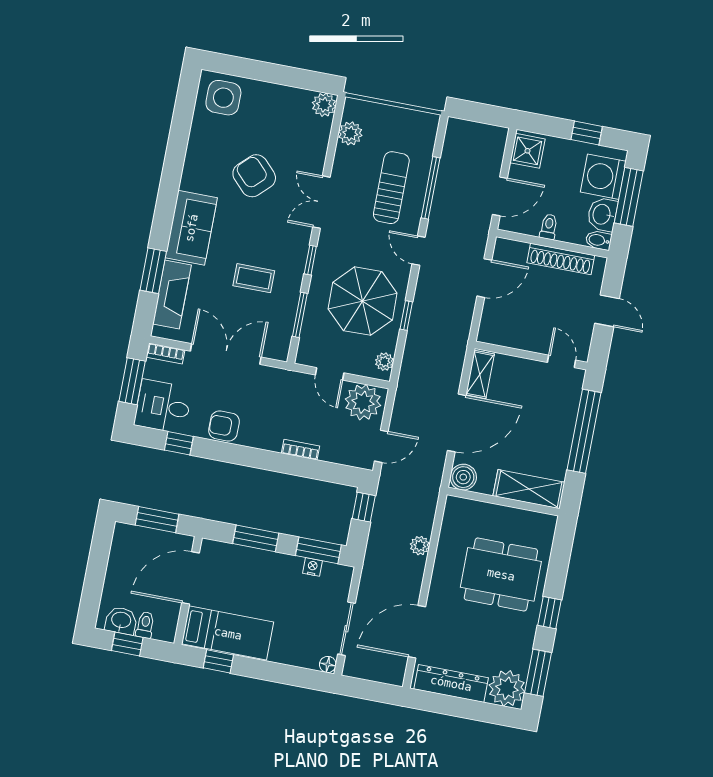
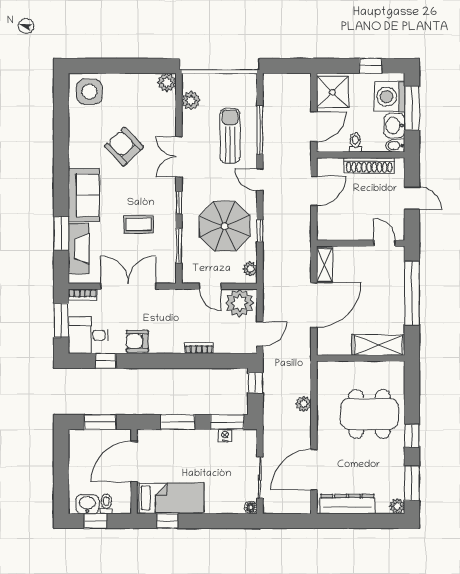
shower: (527, 151) -> (332, 92), width x1.36, depth x1.36
boiler: (463, 477) -> (327, 345), removed
plant: (507, 688) -> (397, 506), width x0.53, depth x0.53

